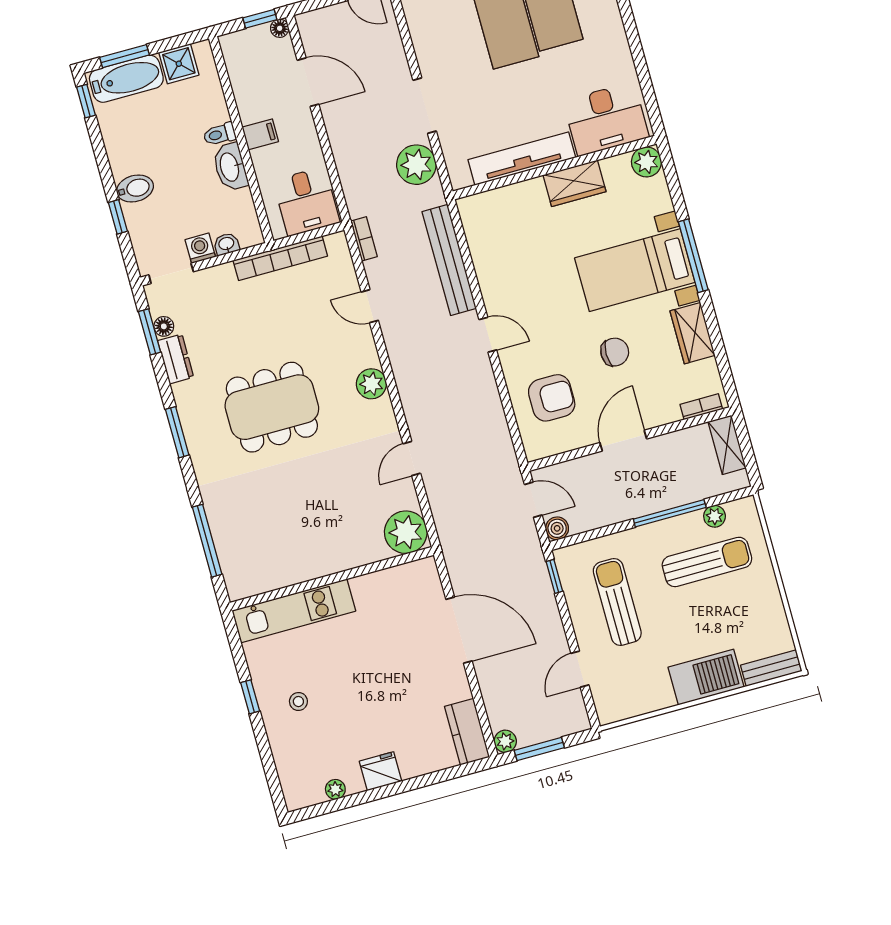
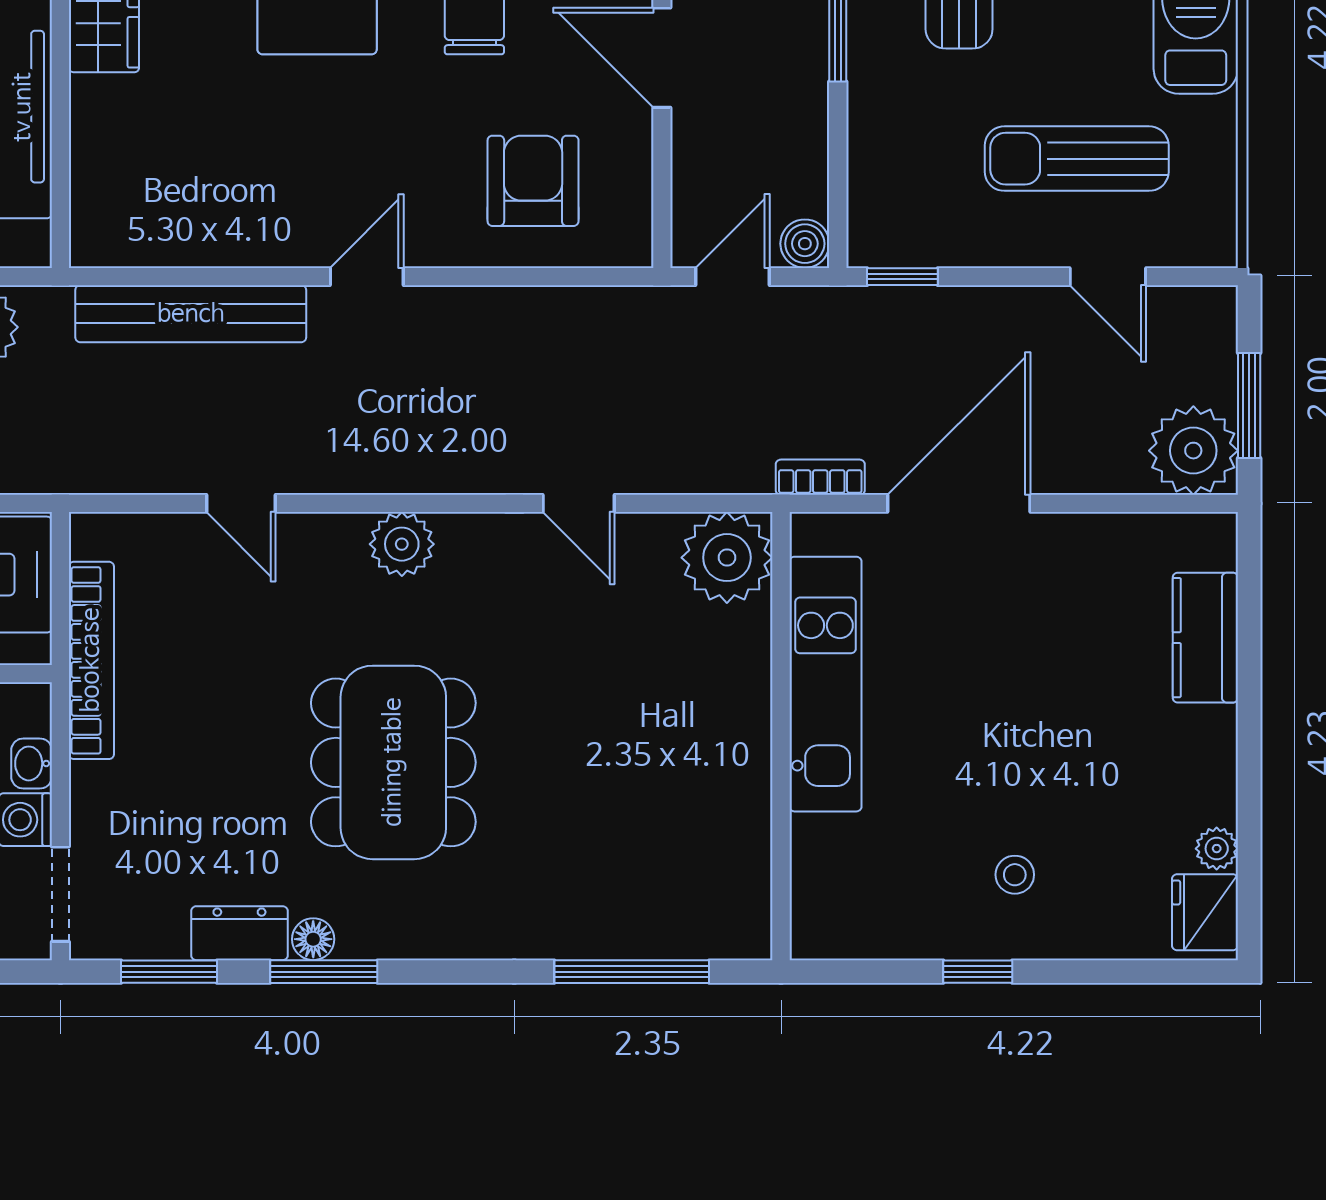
bookcase: (364, 239) -> (820, 477), moved
door: (370, 306) -> (241, 503), hinge flipped
floor lamp: (164, 326) -> (313, 939), moved
window: (177, 432) -> (324, 972), moved
sun lounger: (617, 602) -> (1077, 159), moved
kitchen unit: (294, 611) -> (825, 684), moved
kitchen counter: (467, 732) -> (1205, 638), moved, turned 90
plant: (505, 741) -> (1193, 451), width x1.88, depth x1.88
fridge: (380, 771) -> (1205, 912), moved

